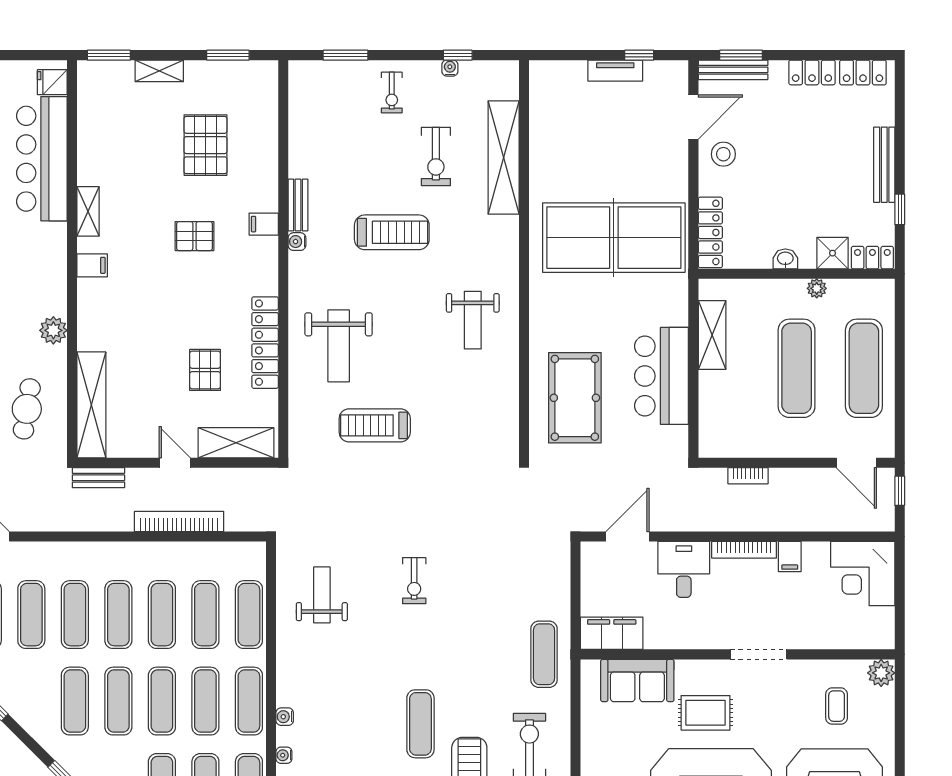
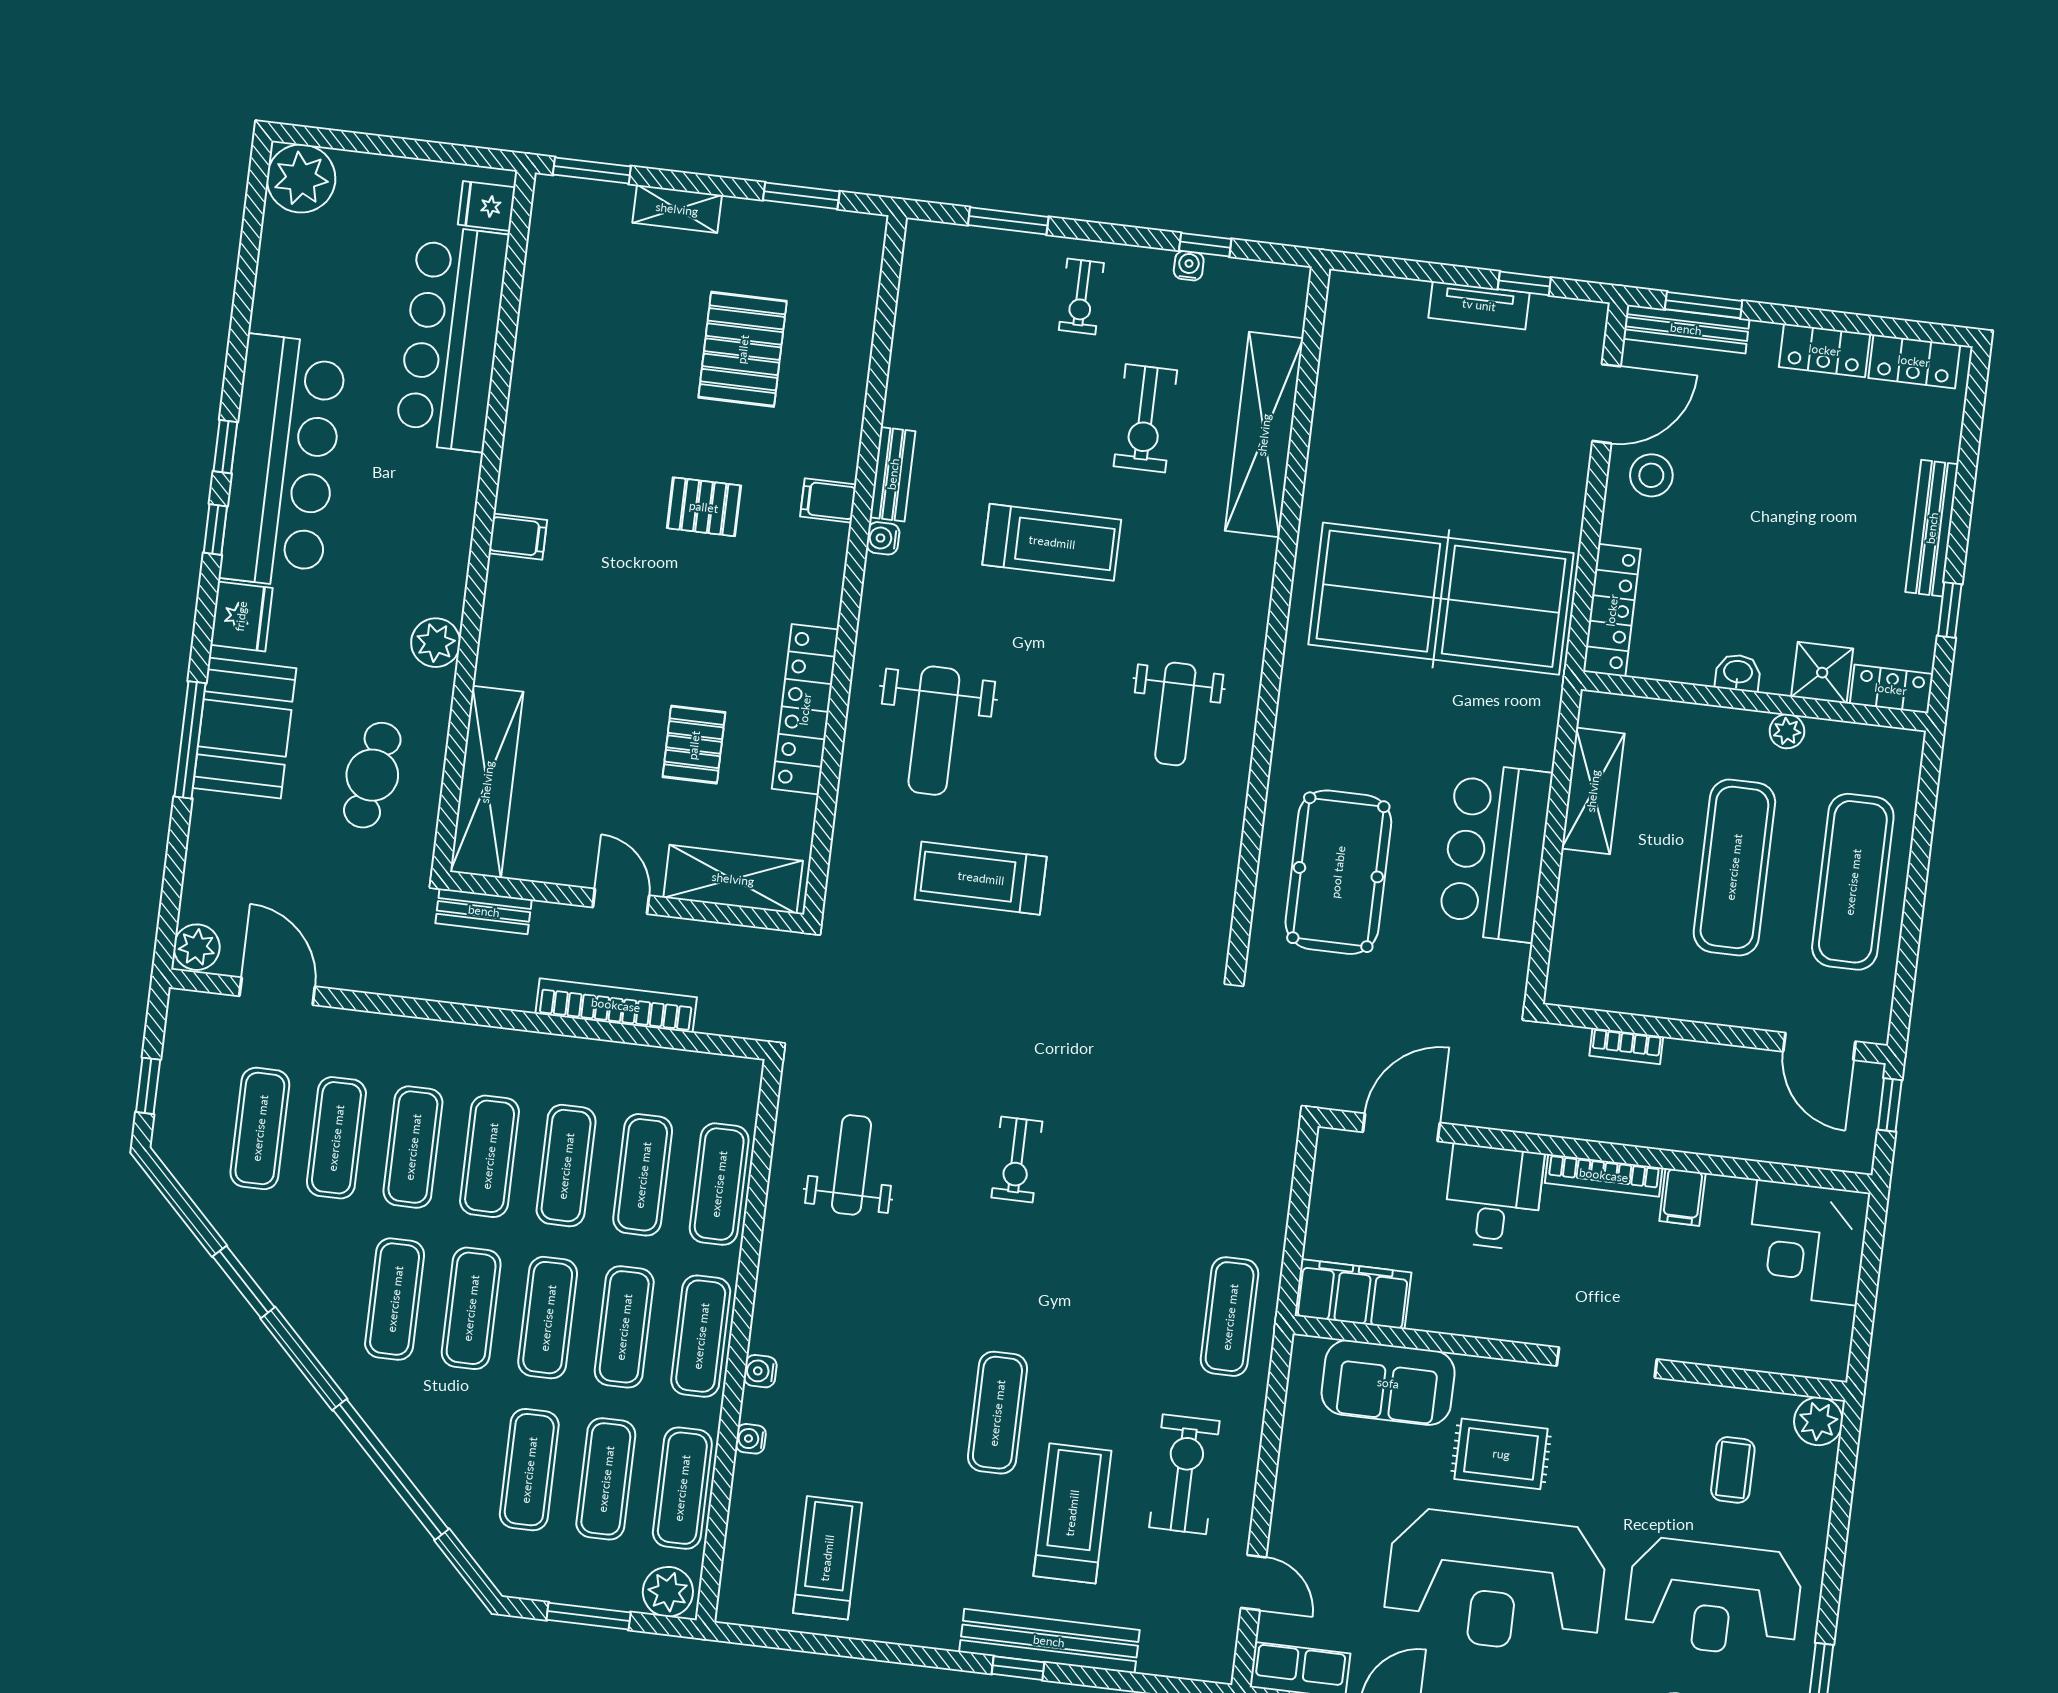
shelving: (88, 211) -> (522, 441), removed

